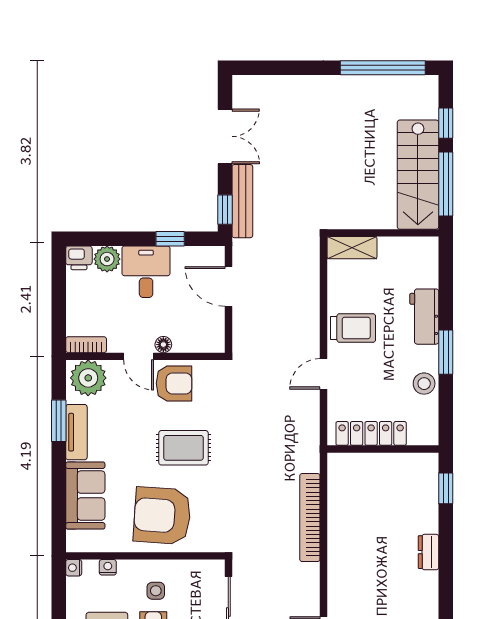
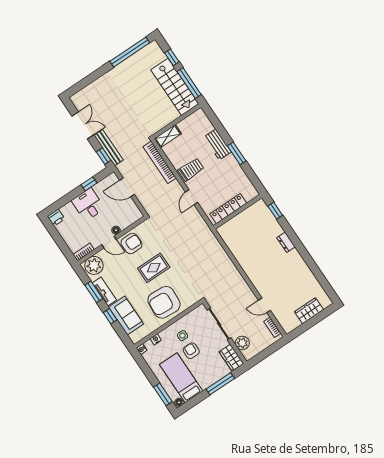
plant: (107, 259) -> (68, 210), removed
stool: (424, 384) -> (236, 173), removed
window: (59, 479) -> (110, 316), added
bookcase: (310, 518) -> (160, 162), moved

